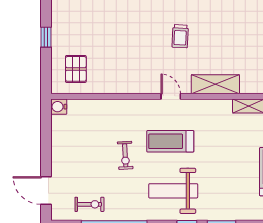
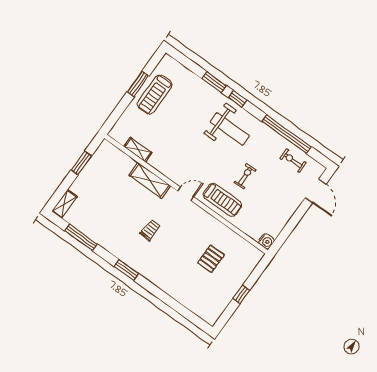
pallet: (76, 69) -> (211, 259), moved
door: (171, 96) -> (186, 194), swing flipped
treadmill: (170, 141) -> (222, 200), moved

